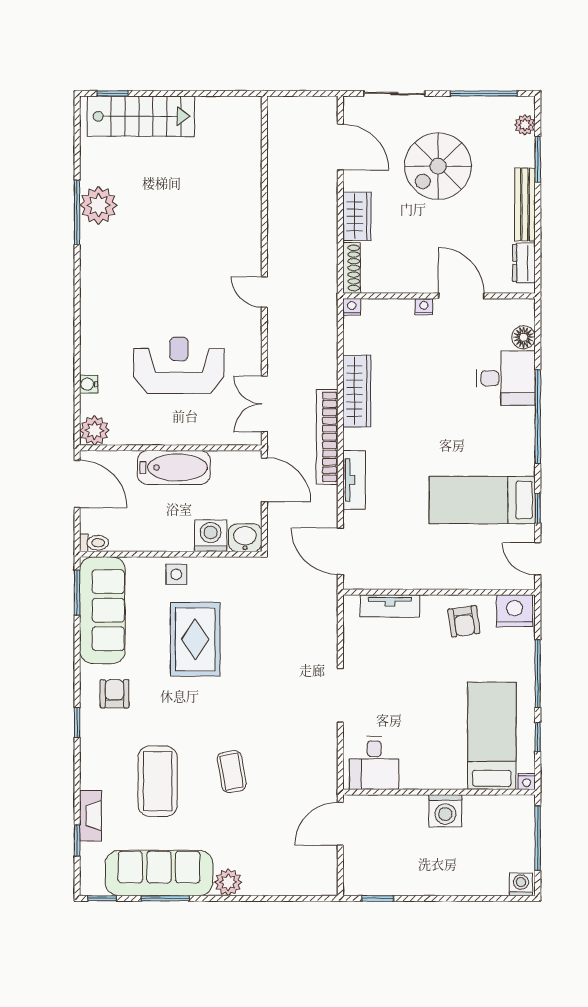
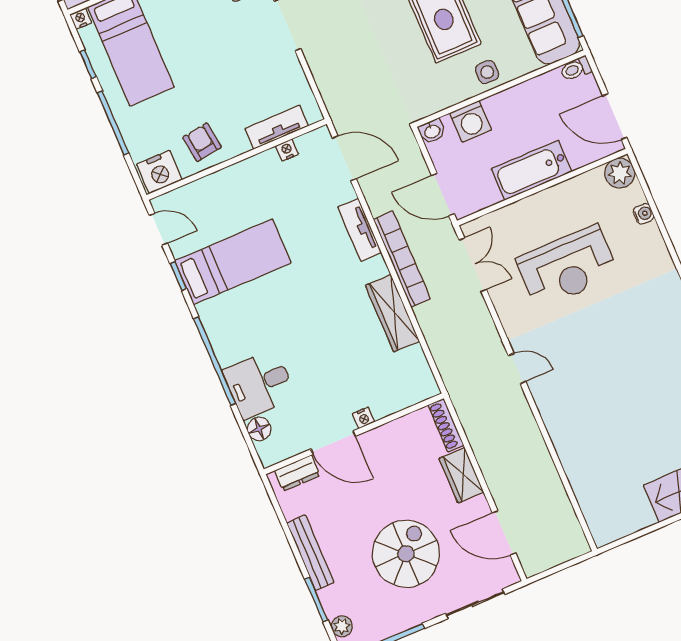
dresser: (524, 263) -> (297, 473), moved, turned 90
nightstand: (352, 307) -> (287, 150), moved, turned 180
washbasin: (245, 538) -> (432, 131), width x0.72, depth x0.69

